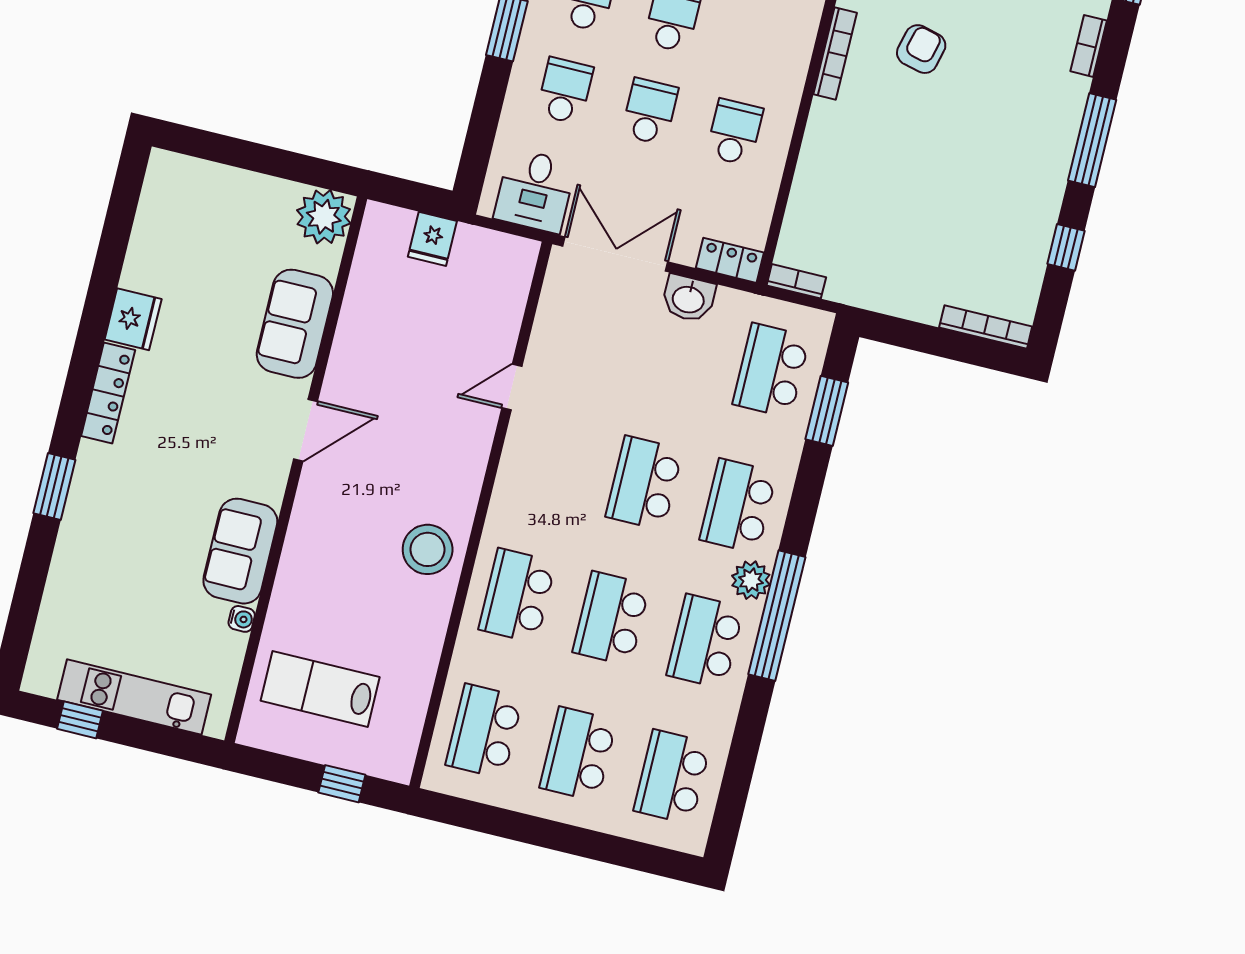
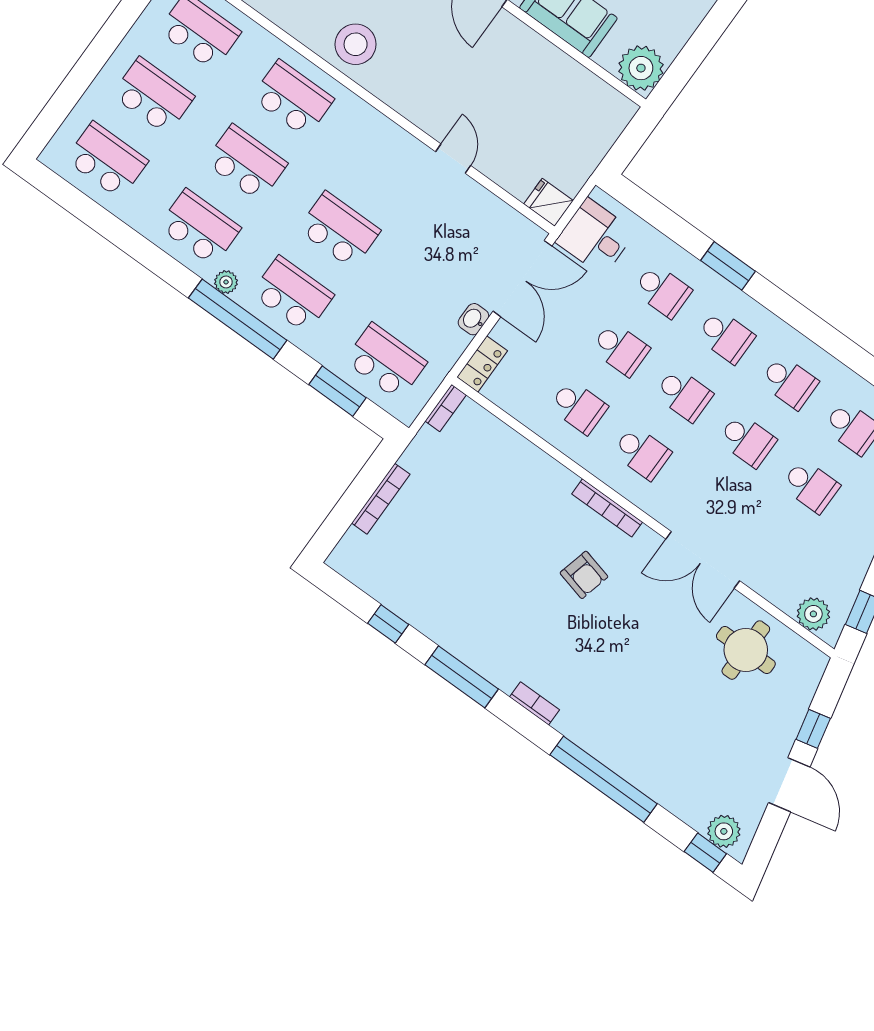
school desk: (757, 40) -> (642, 453), added
fridge: (432, 239) -> (549, 202), moved
washbasin: (688, 298) -> (473, 319), width x0.72, depth x0.69
bookcase: (986, 327) -> (381, 499), moved
plant: (751, 580) -> (226, 282), width x0.73, depth x0.73
window: (777, 616) -> (238, 319), moved

